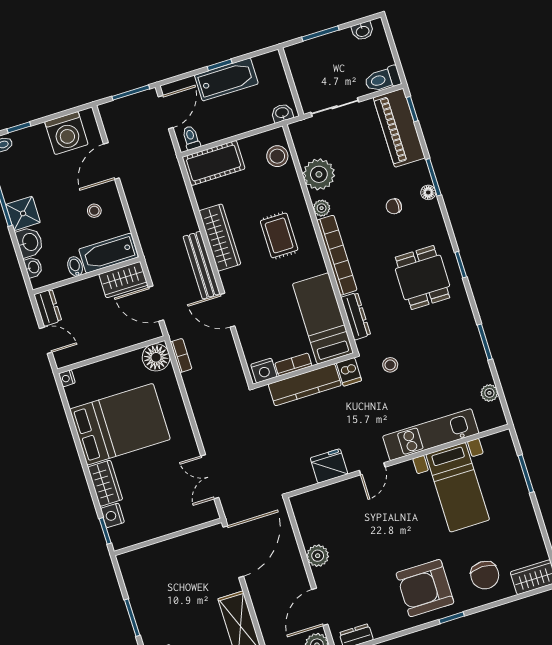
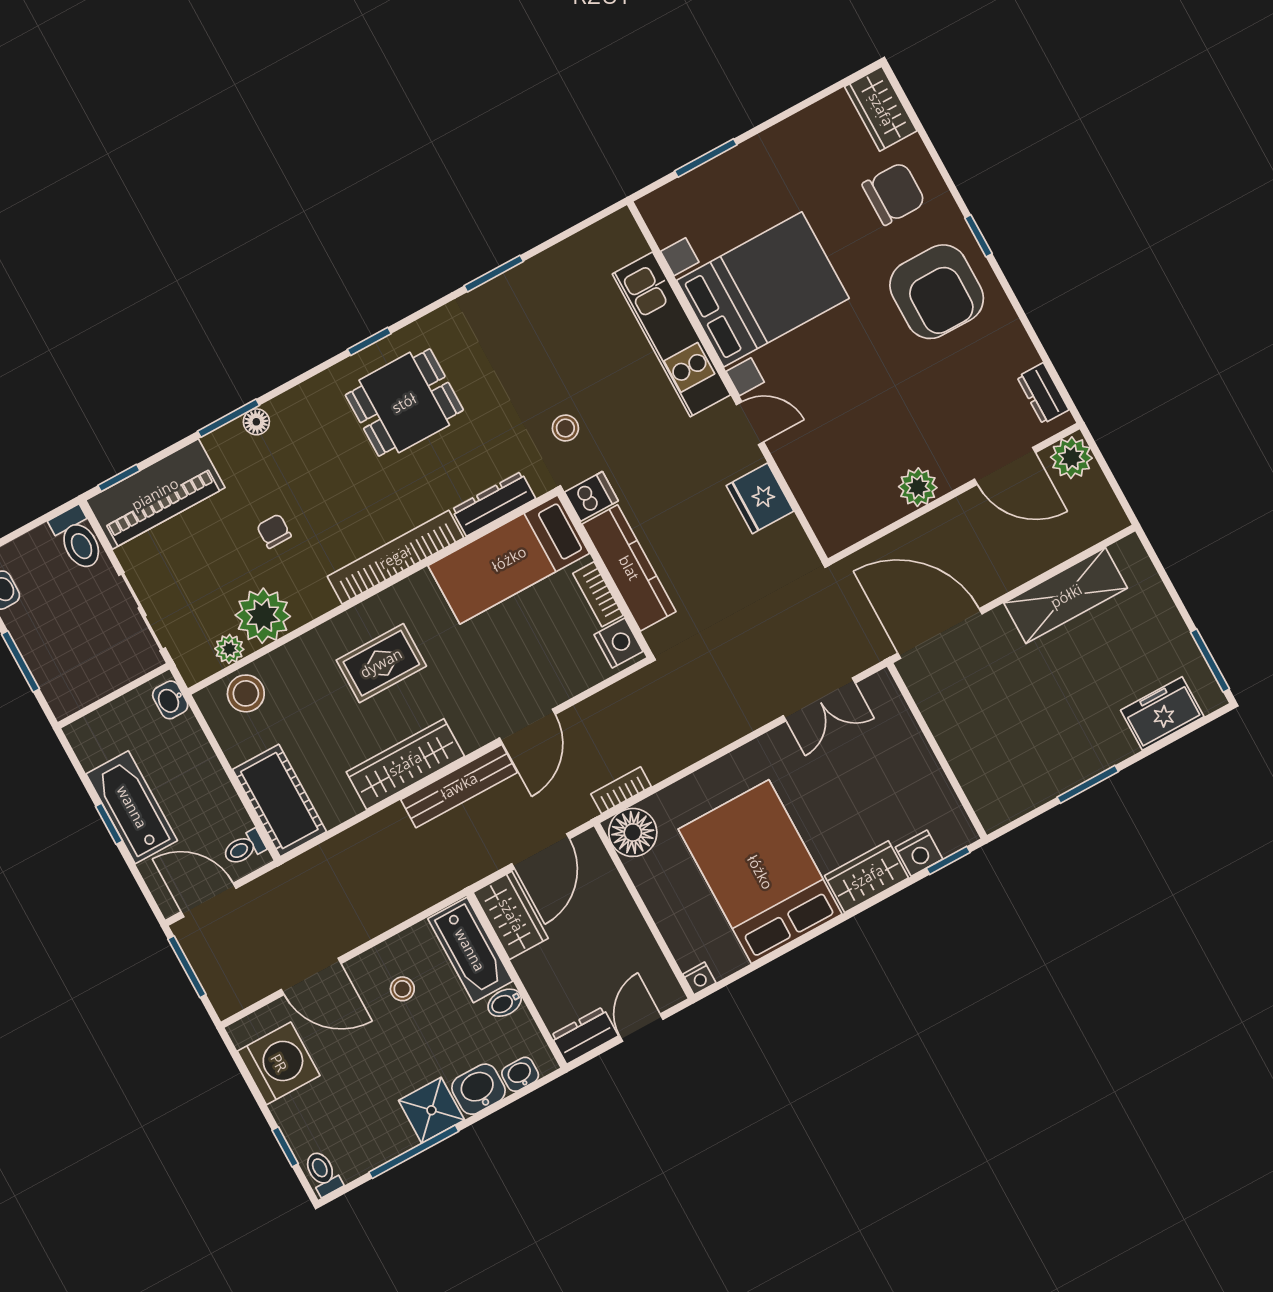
chair: (394, 206) -> (274, 531), moved, turned 180
plant: (322, 208) -> (229, 649), moved
plant: (489, 393) -> (580, 248), removed
bed with nightstands: (458, 487) -> (763, 289), width x1.36

